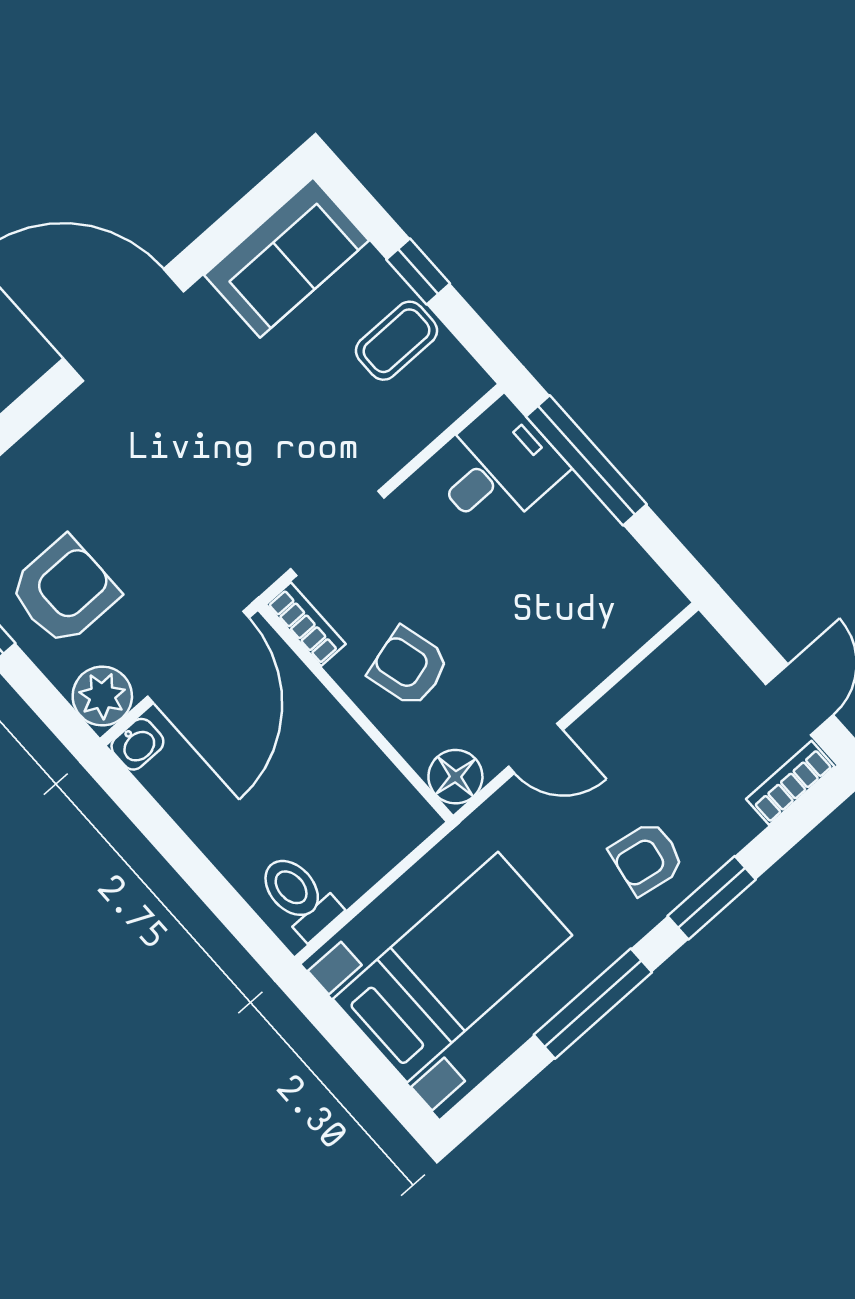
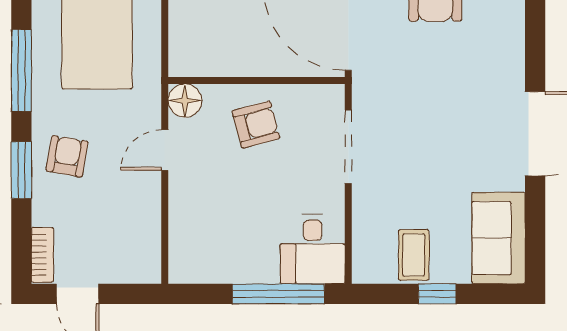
bookcase: (306, 624) -> (319, 94), removed

